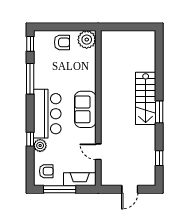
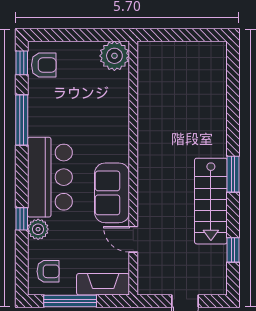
armchair: (62, 42) -> (44, 65), moved
stairs: (146, 98) -> (211, 201), moved
sofa: (85, 109) -> (112, 193), moved

